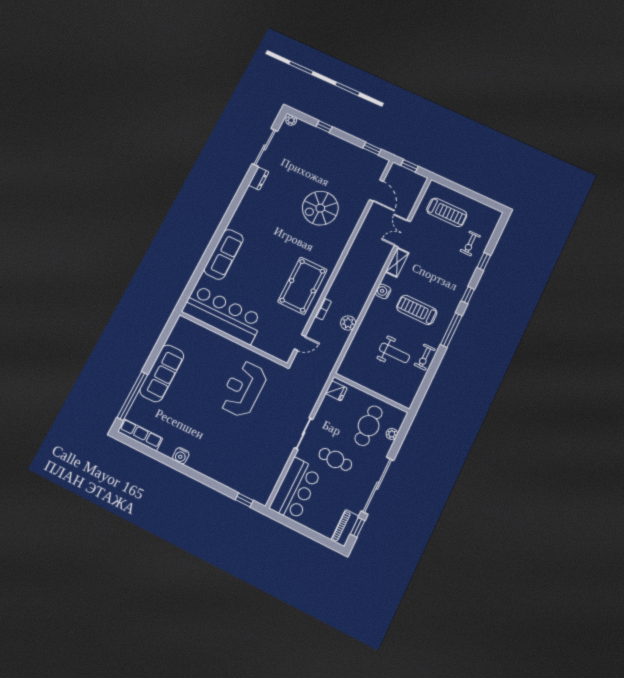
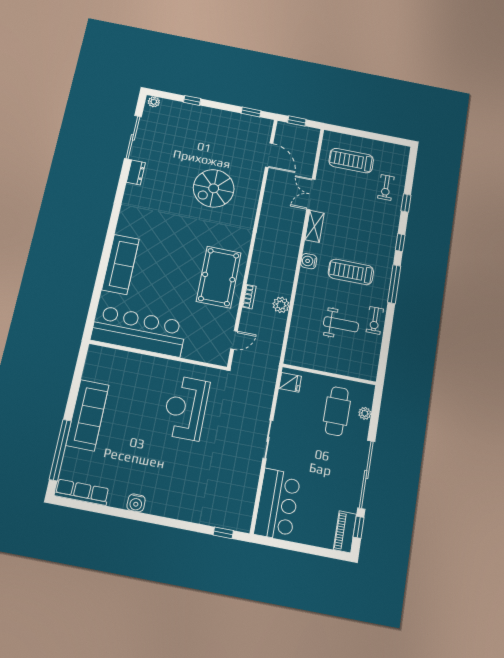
treadmill: (447, 212) -> (351, 161), turned 180
cafe table: (335, 459) -> (312, 458), removed

